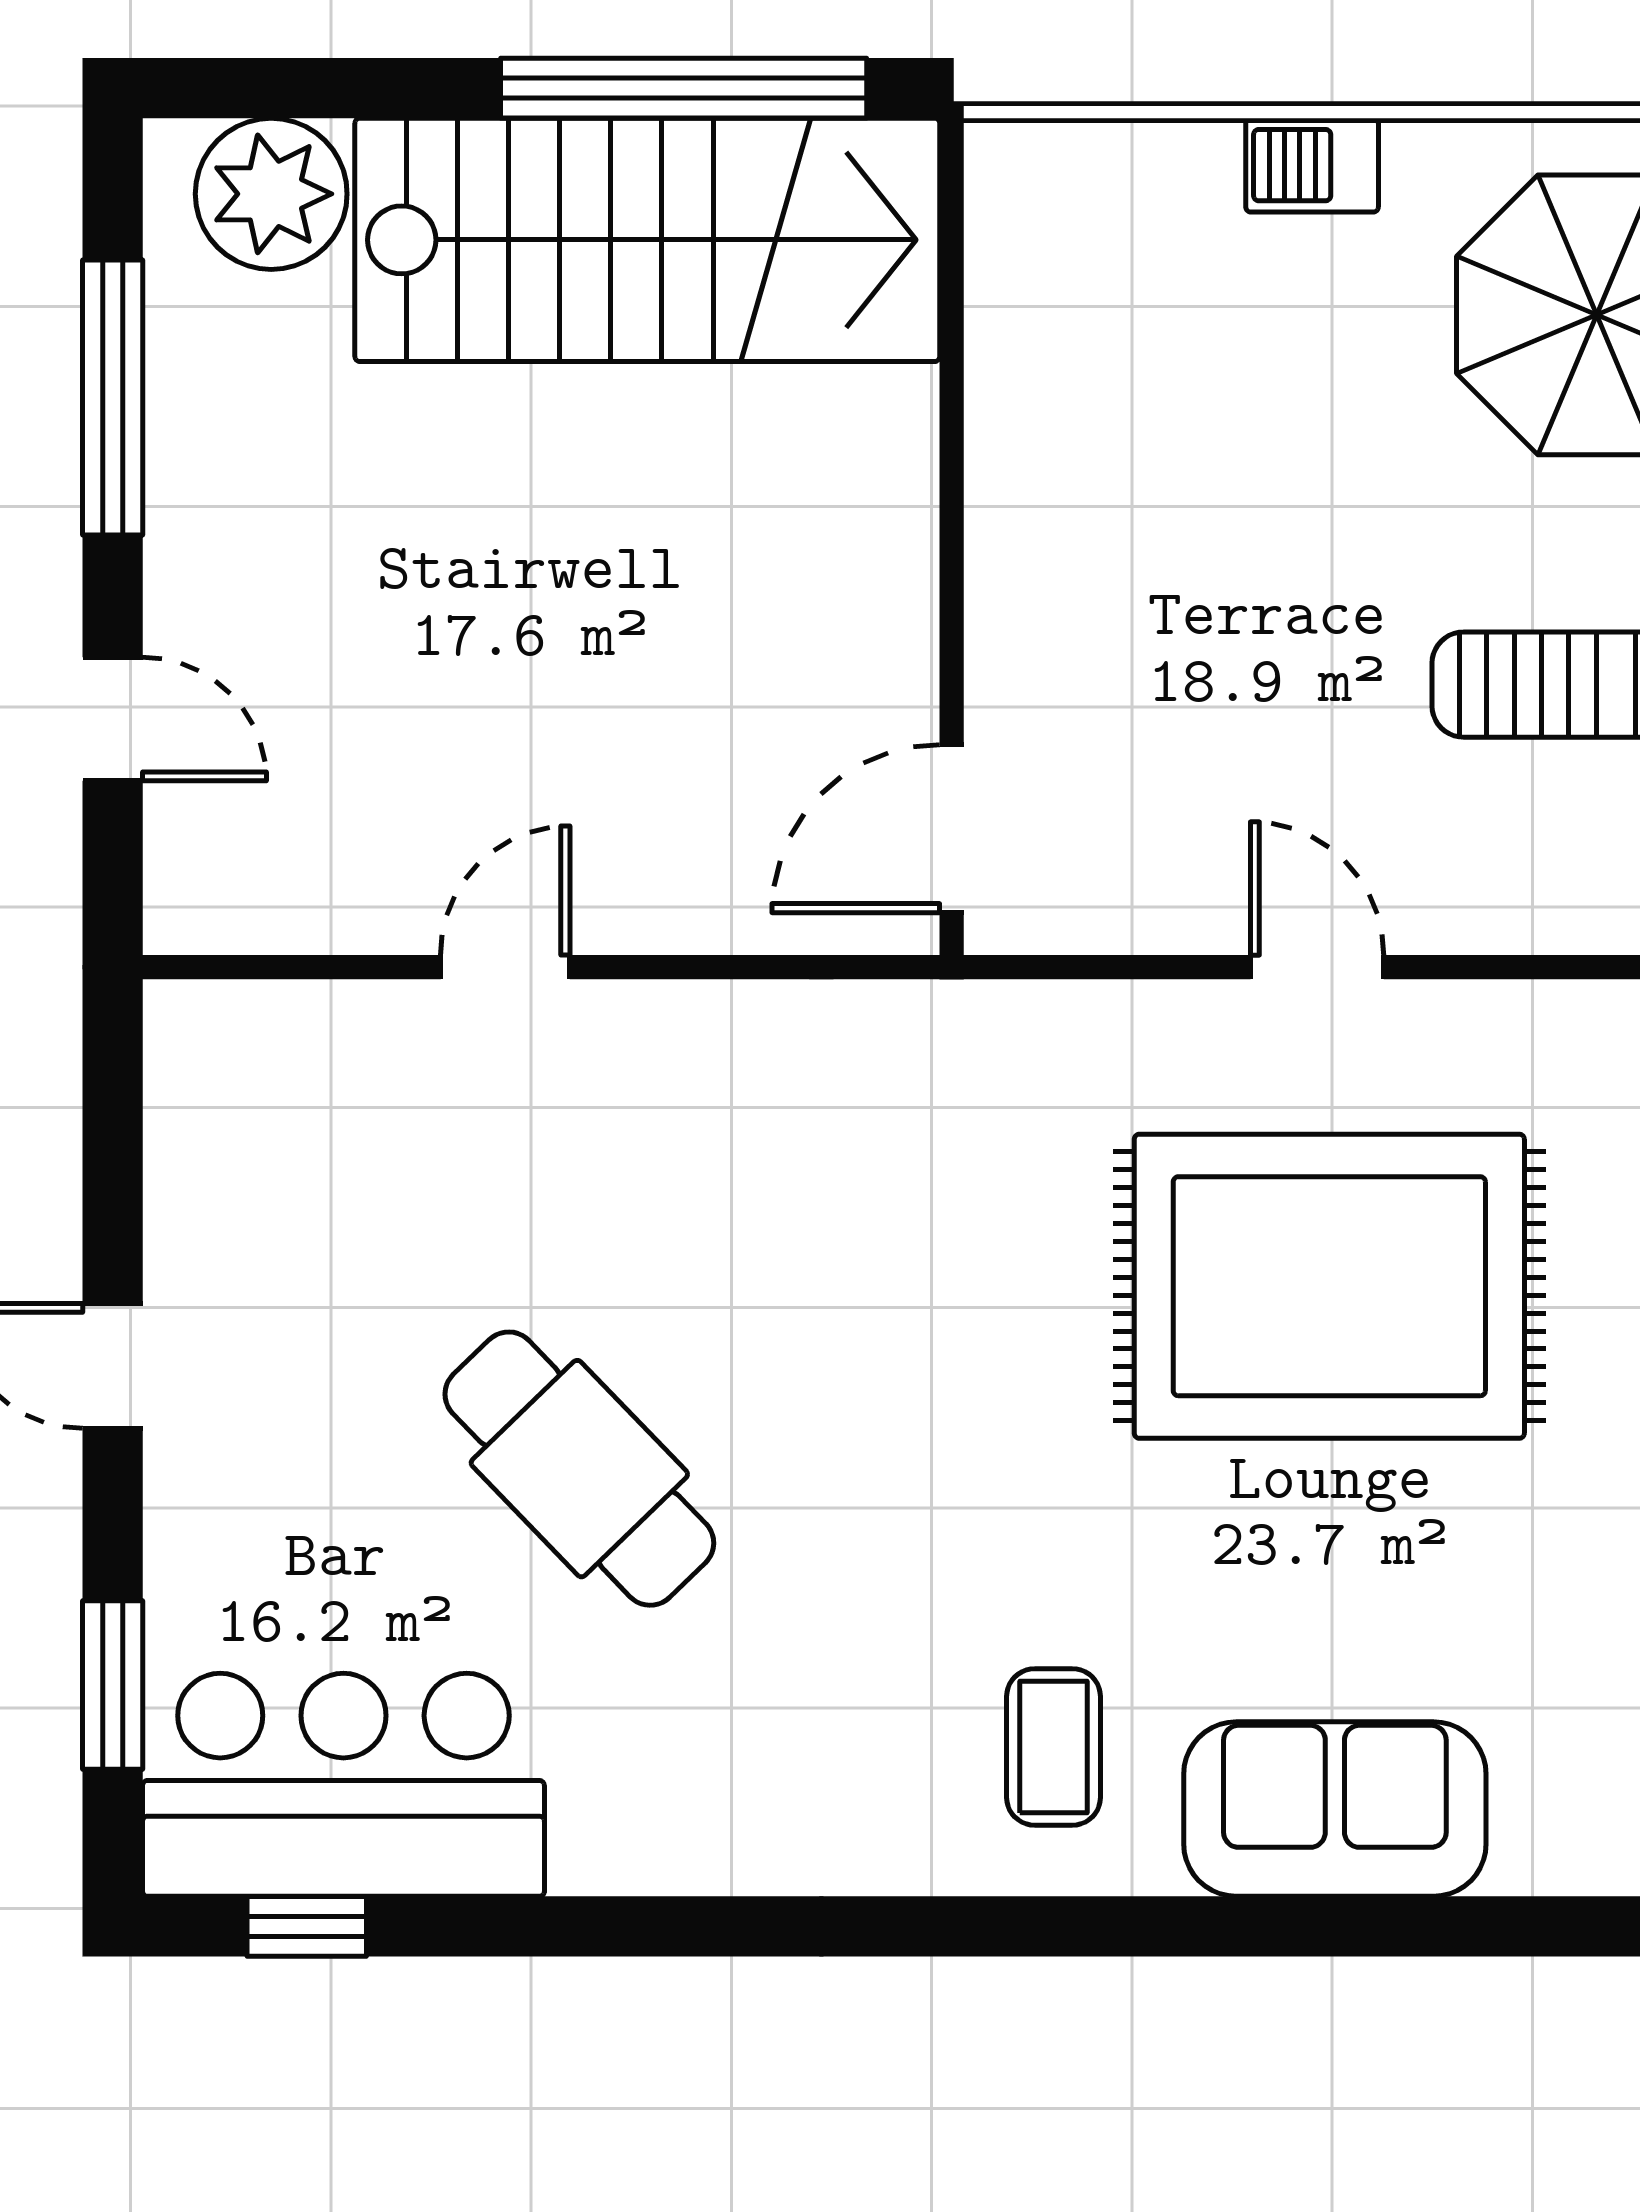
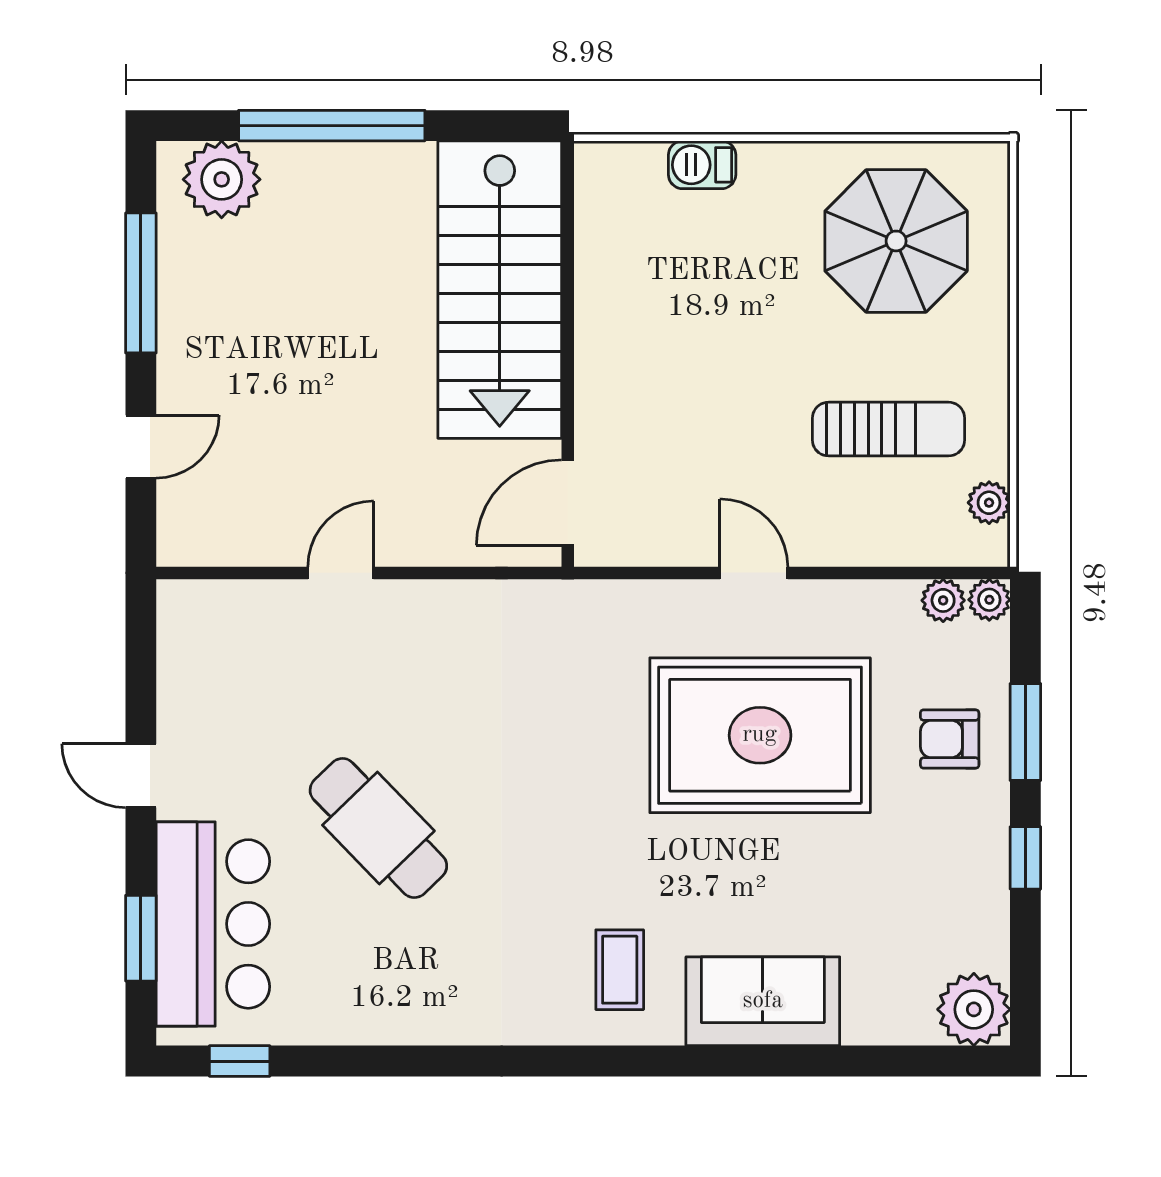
window: (684, 88) -> (332, 126), moved
barbecue: (1312, 165) -> (702, 165), moved
stairs: (647, 240) -> (500, 290), moved, turned 90
door: (113, 719) -> (141, 447), hinge flipped
bar counter: (343, 1785) -> (213, 924), moved, turned 90

